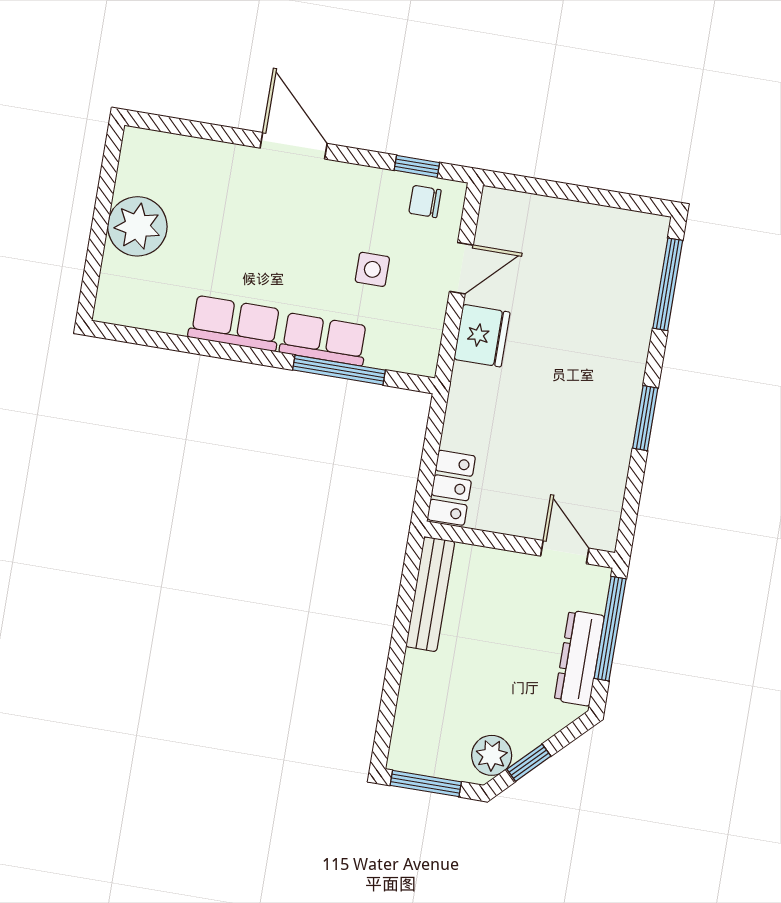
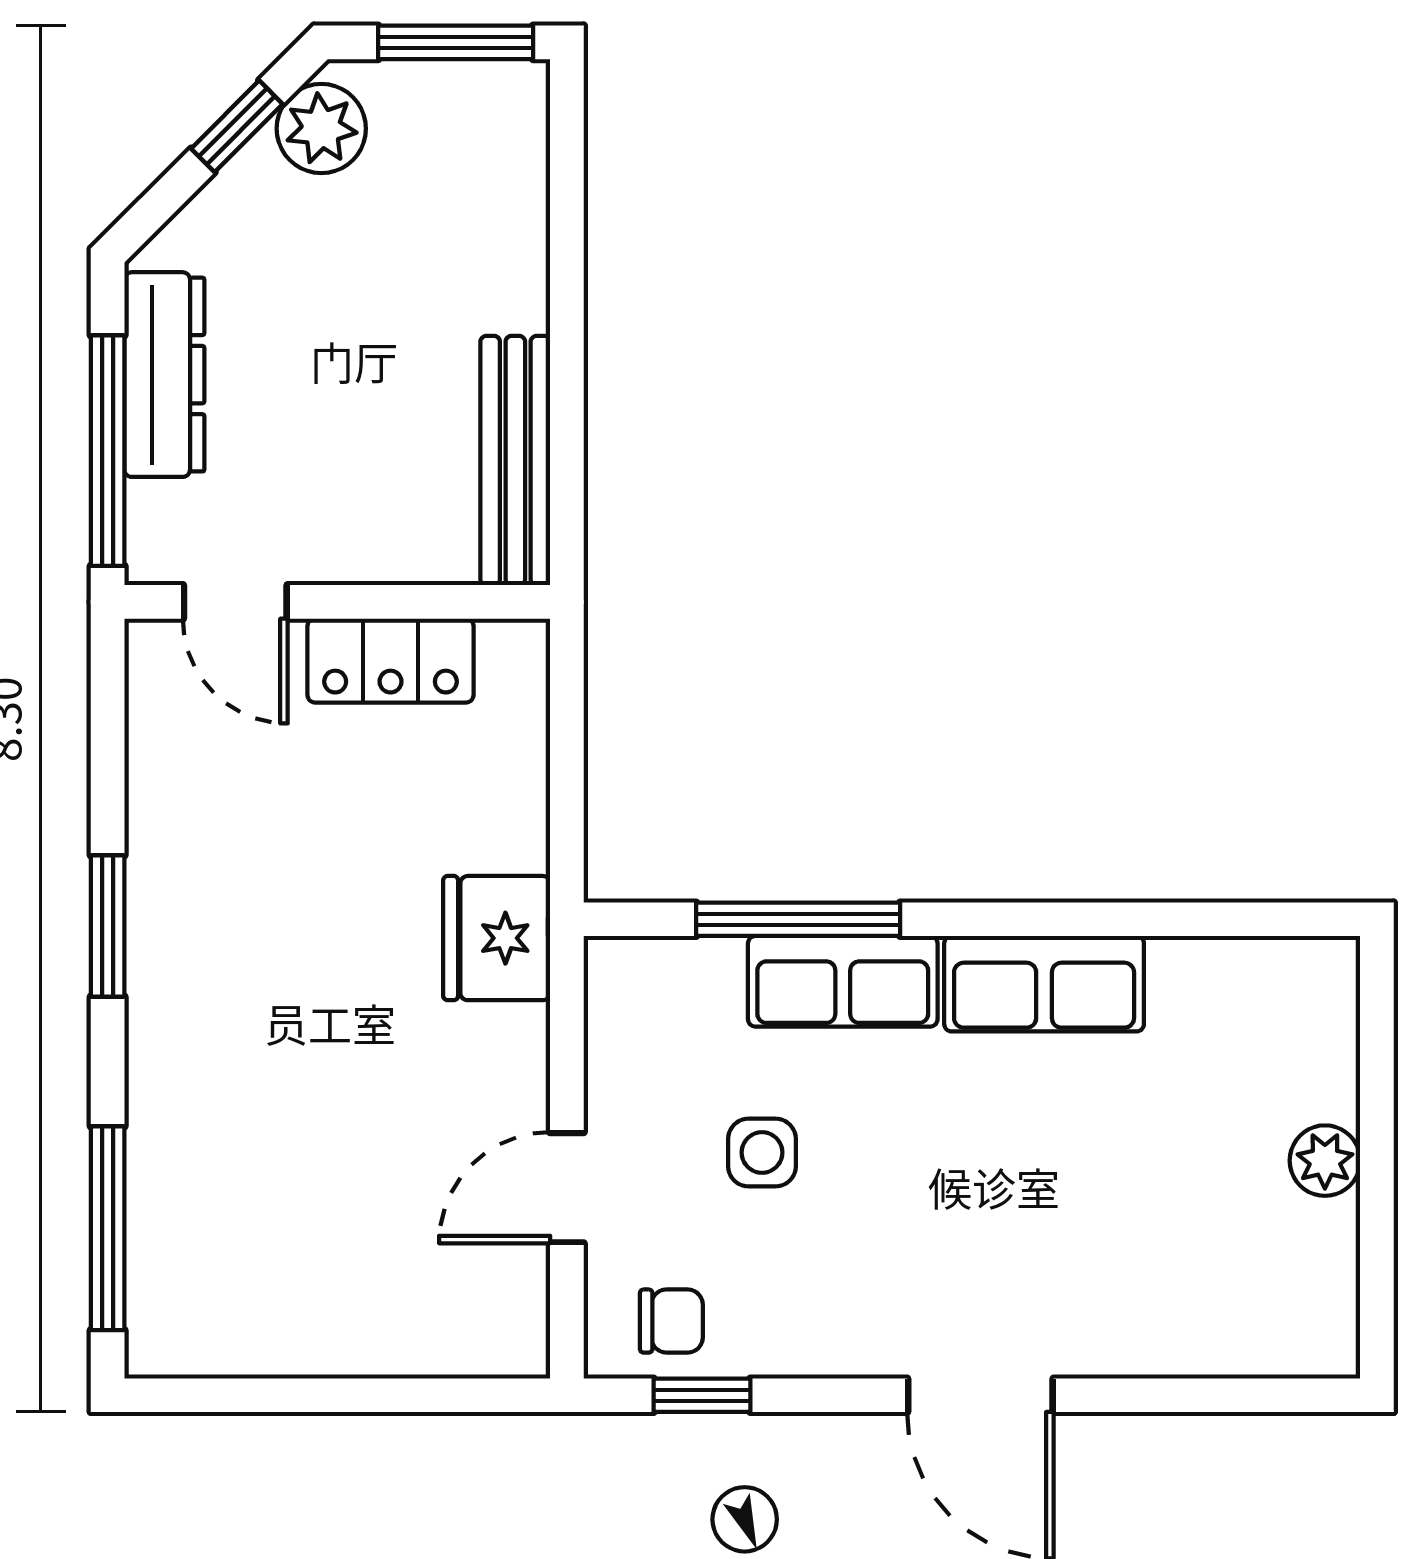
plant: (137, 226) -> (1325, 1161), width x0.53, depth x0.53
fridge: (482, 336) -> (497, 938), moved
locker: (451, 488) -> (391, 661), moved, turned -90

